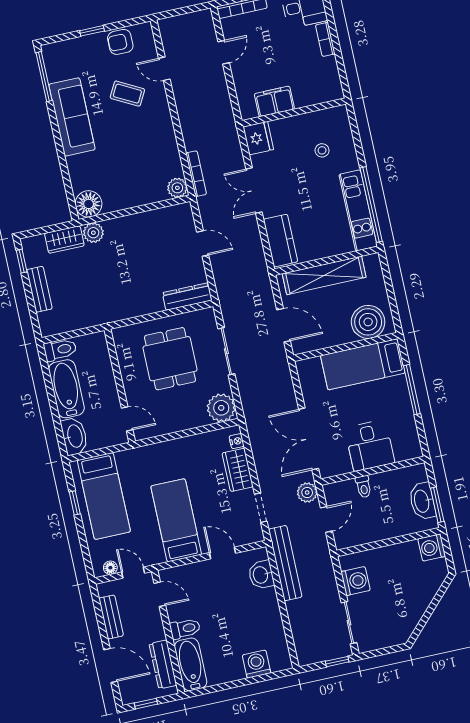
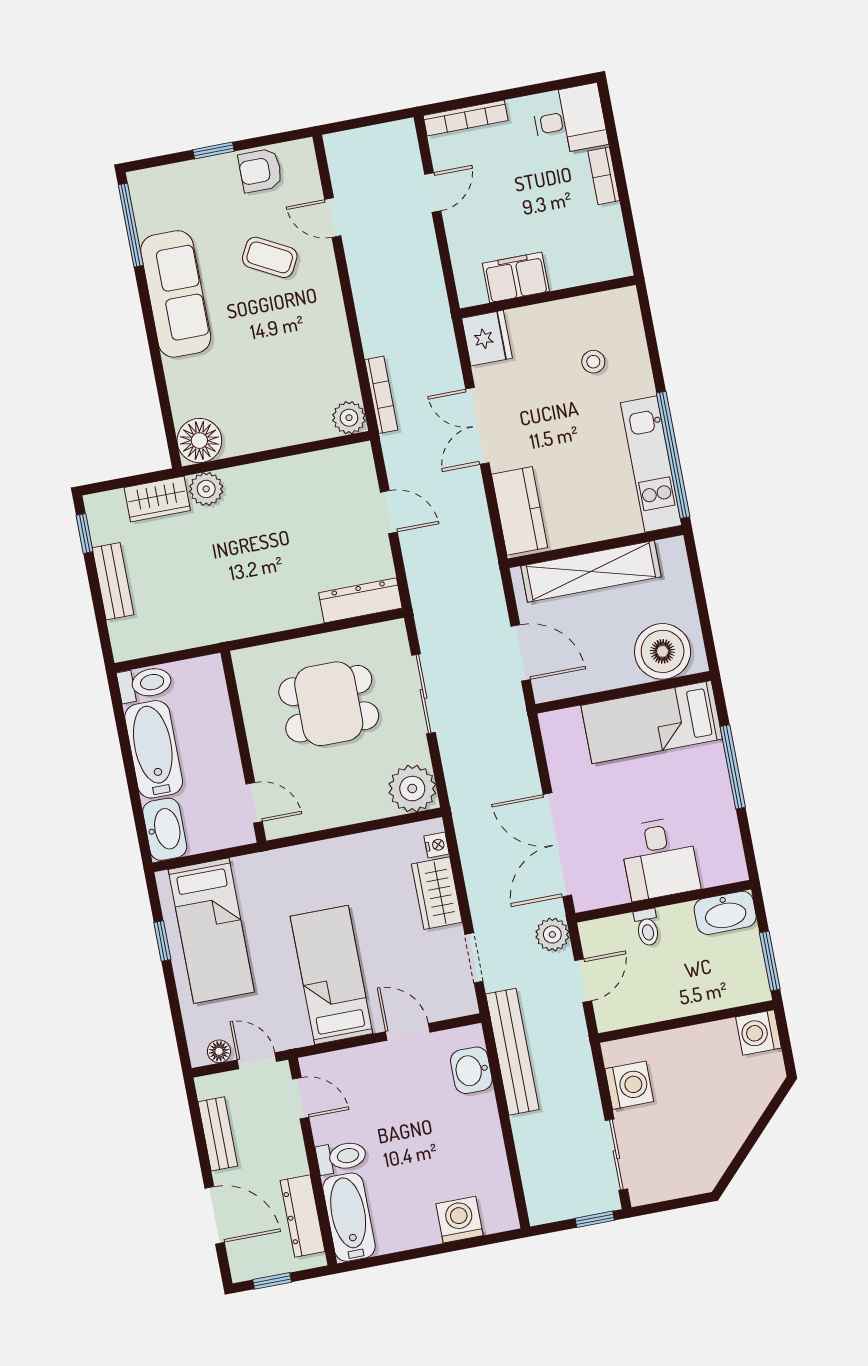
dining table: (170, 359) -> (329, 704), turned 90
washbasin: (422, 501) -> (725, 913), moved, turned -90

